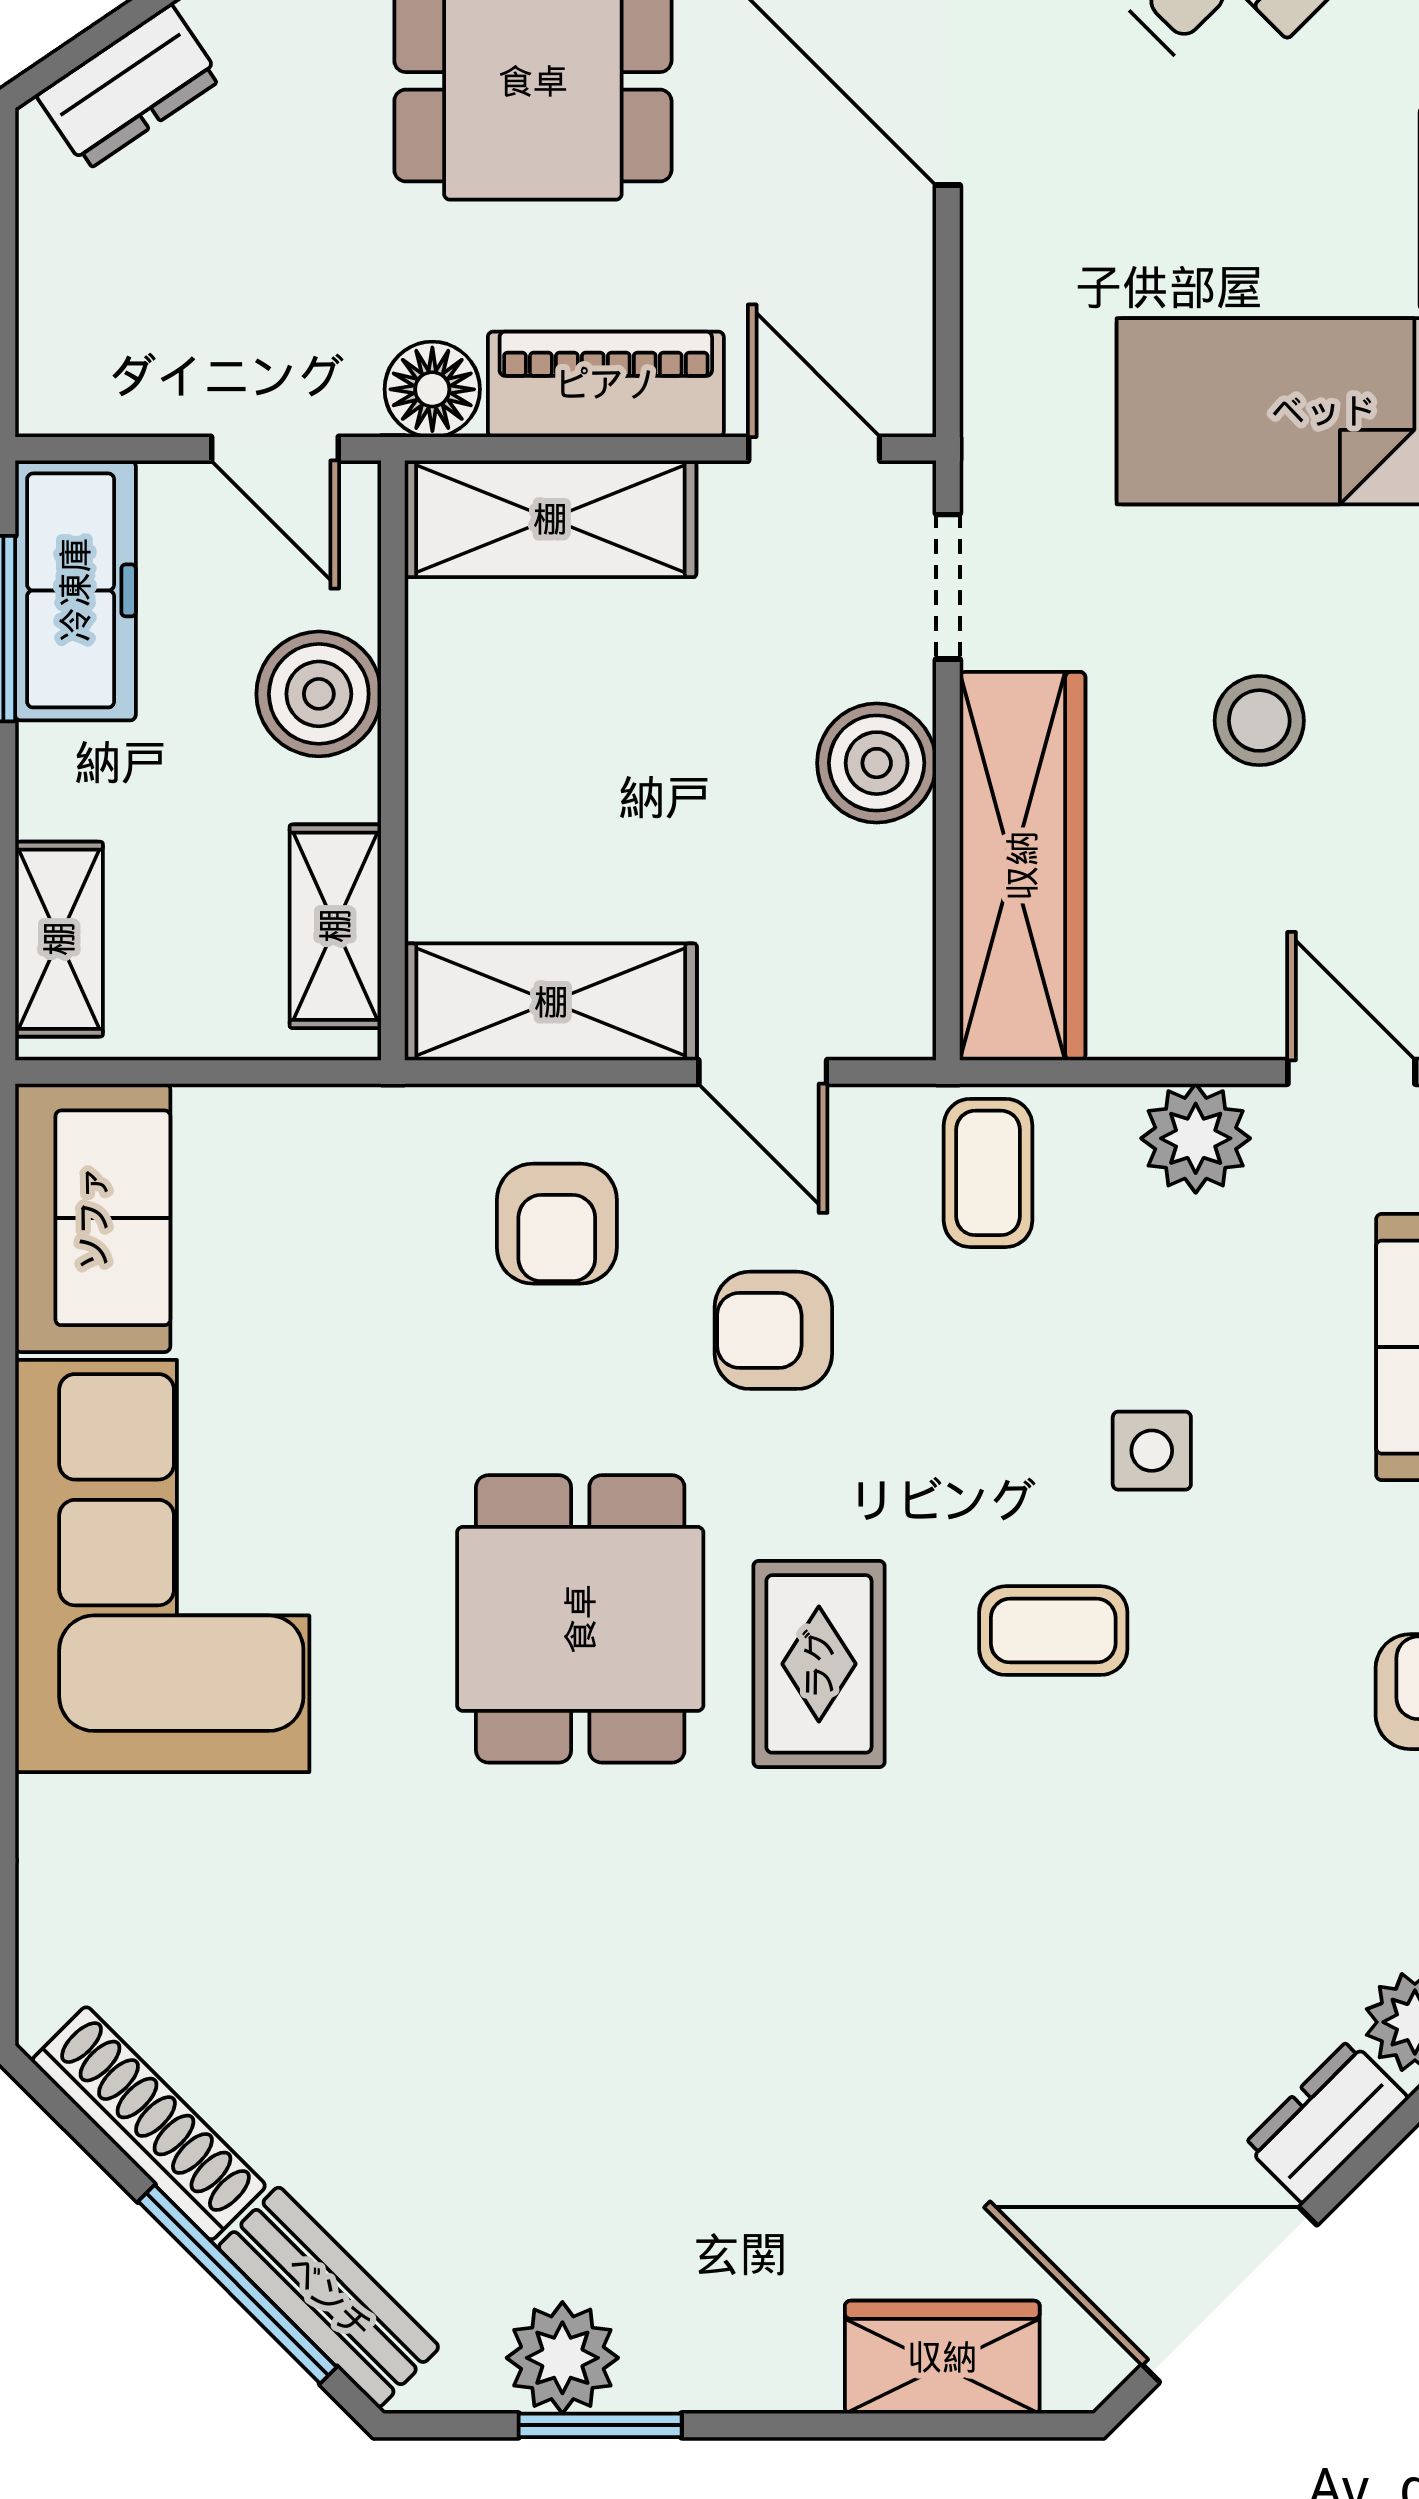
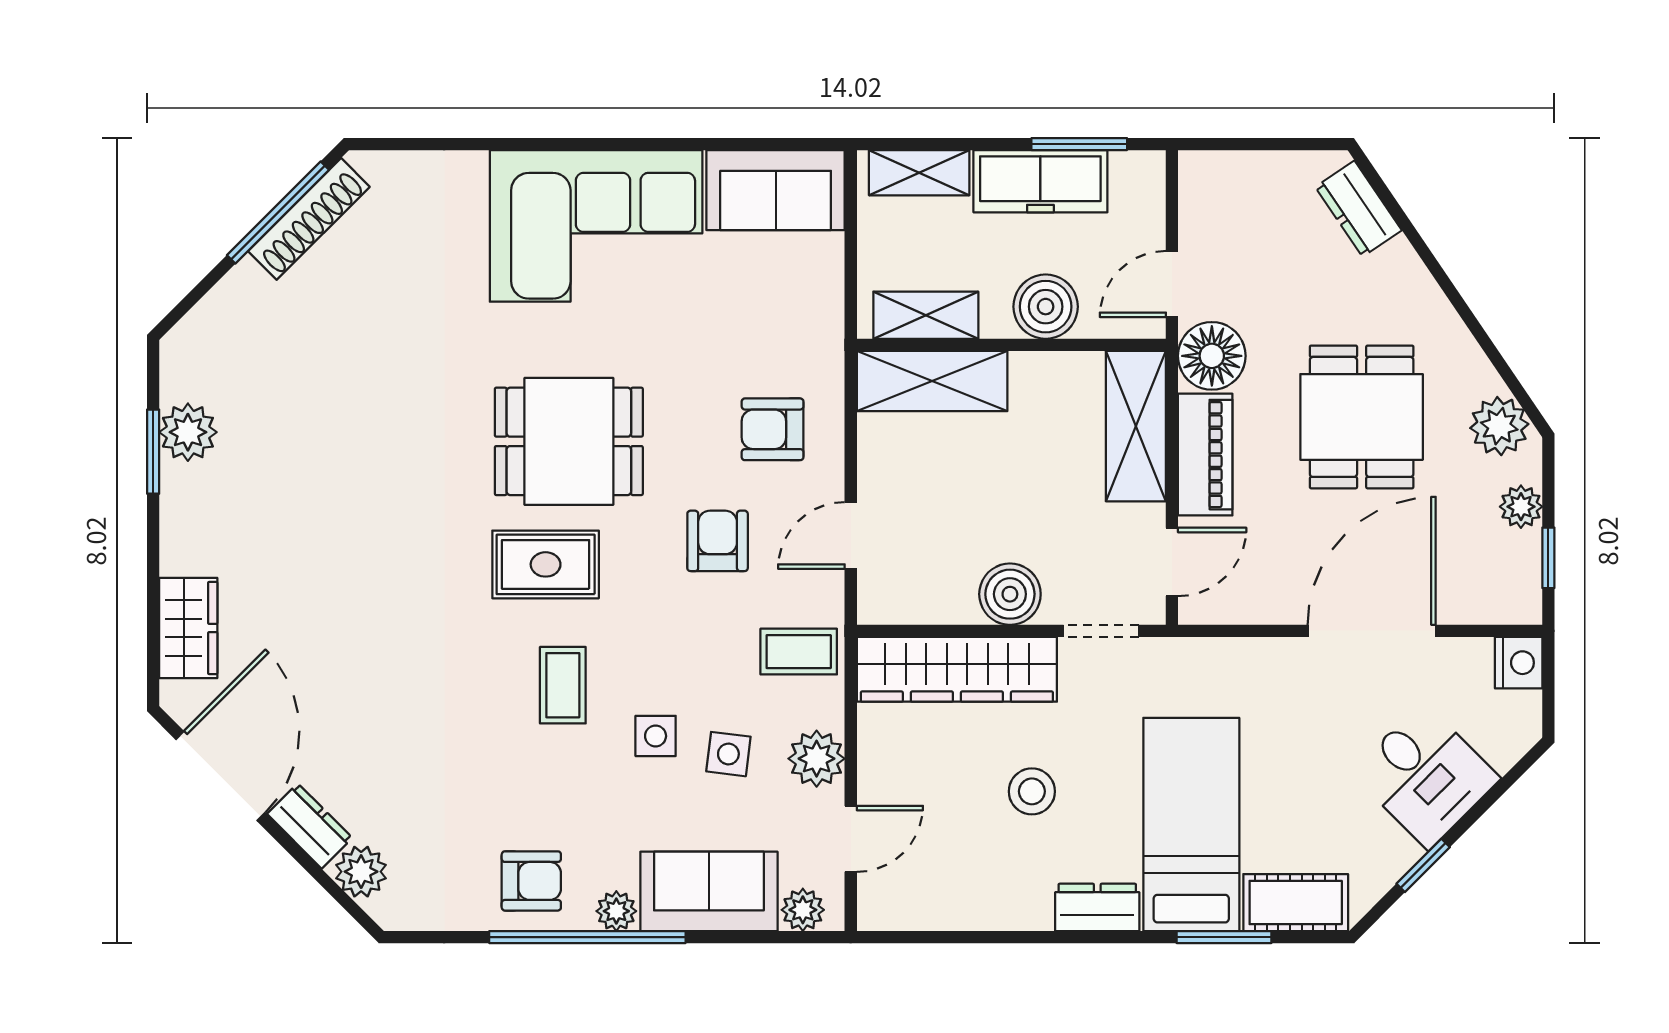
floor lamp: (432, 389) -> (1212, 356), width x1.38, depth x1.38
freezer: (75, 590) -> (1040, 181), moved
shelving: (551, 1002) -> (932, 381), moved, turned 90
side table: (1187, 1309) -> (728, 754), added
window: (237, 2284) -> (278, 213), moved
bench: (329, 2297) -> (219, 312), removed

